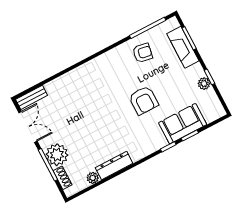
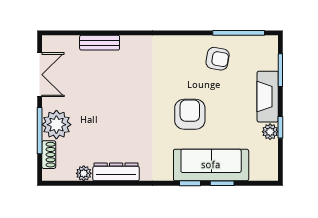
fireplace: (183, 47) -> (268, 97), moved
bench: (32, 97) -> (100, 43), moved
armchair: (144, 100) -> (190, 114), turned 180
sofa: (183, 124) -> (211, 165), width x1.36

